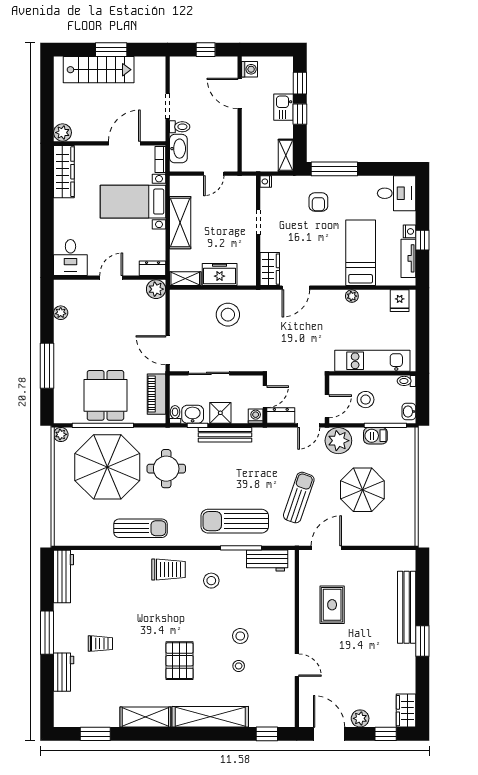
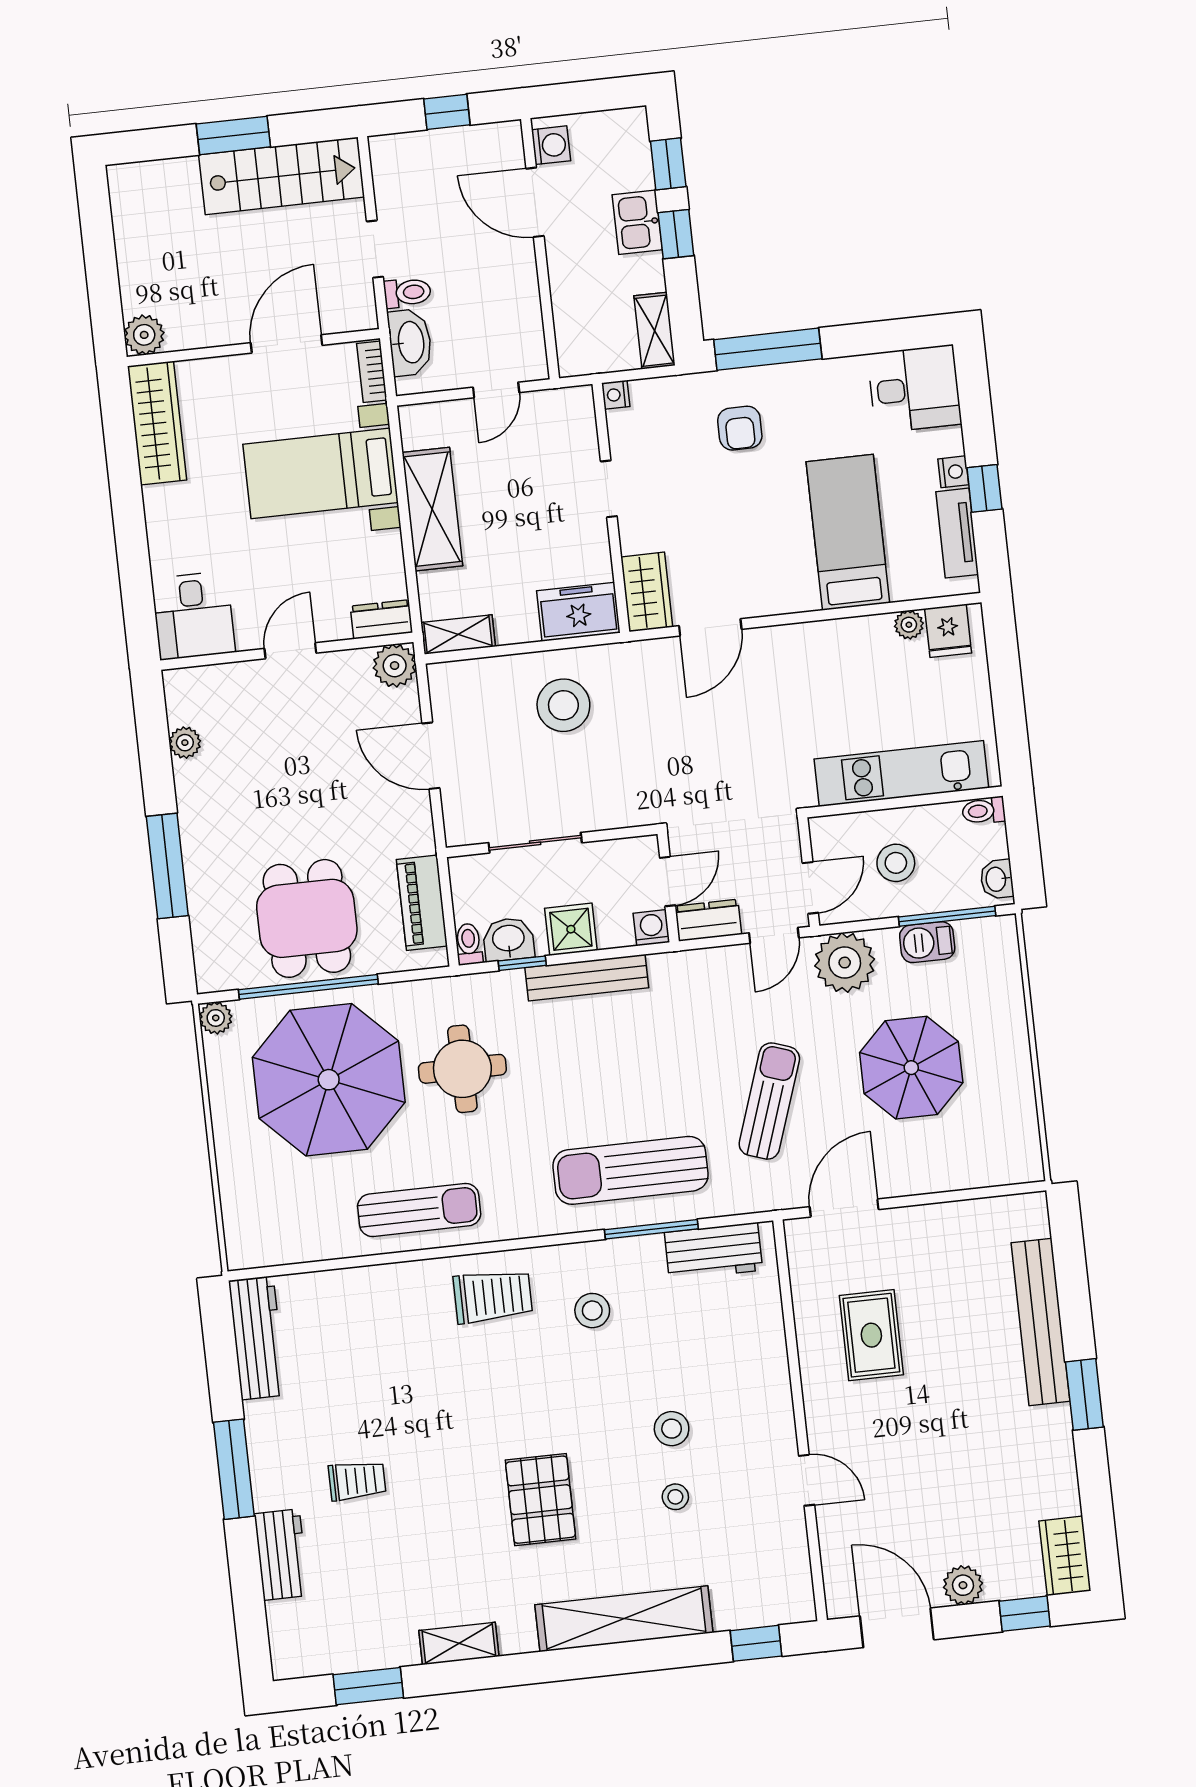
stairs: (99, 70) -> (282, 176), moved
freezer: (220, 274) -> (578, 612), moved
plant: (352, 296) -> (909, 625), moved
door: (168, 350) -> (431, 756), moved
shelving: (145, 717) -> (459, 1643), width x0.67, depth x0.75

